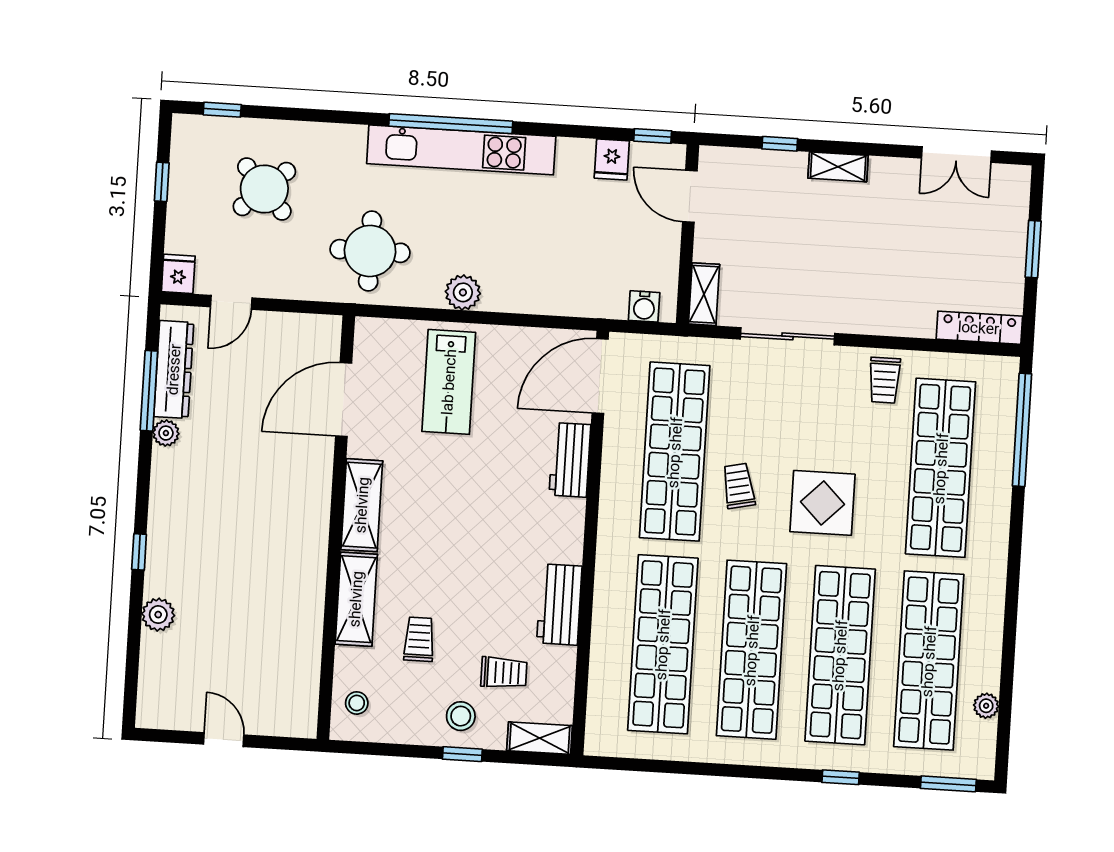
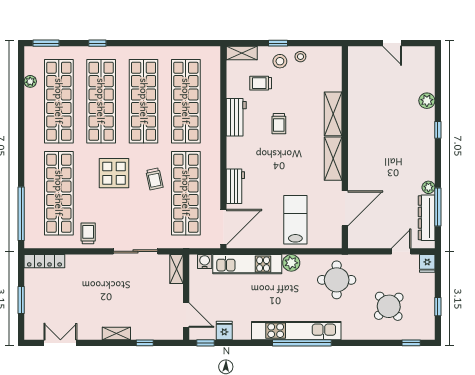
kitchen unit: (555, 295) -> (247, 264), added
trolley: (419, 639) -> (279, 124), moved
stool: (357, 703) -> (300, 57), moved

